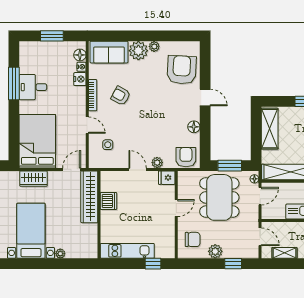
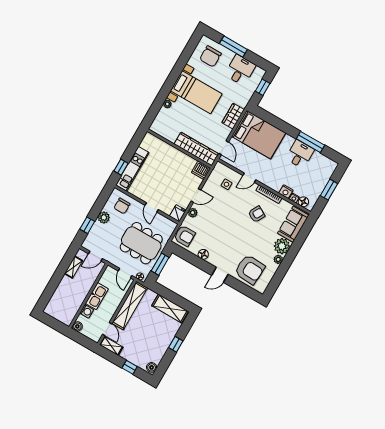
dishwasher: (108, 201) -> (201, 170), moved
kitchen unit: (127, 251) -> (132, 169), moved

